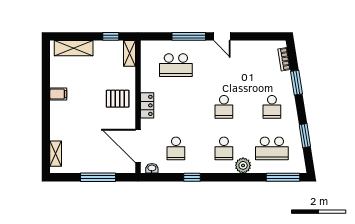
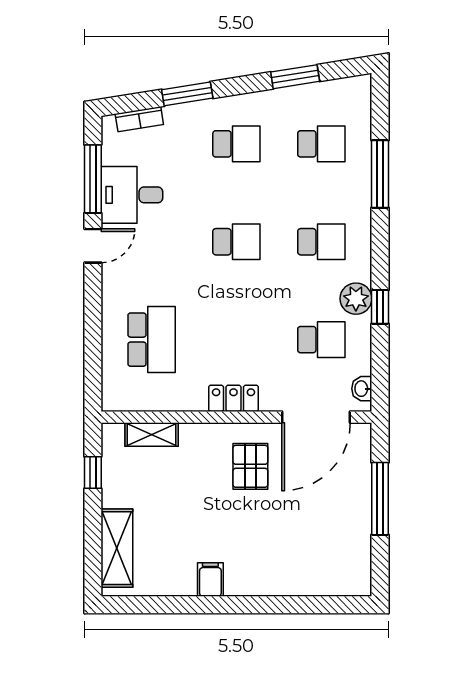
window: (189, 36) -> (93, 179), moved
shelving: (129, 53) -> (152, 434), moved
desk: (247, 56) -> (132, 195), added
pallet: (118, 99) -> (250, 466), moved
school desk: (272, 148) -> (321, 144), width x0.54
shelving: (56, 154) -> (332, 585), removed
plant: (243, 165) -> (356, 299), moved
window: (283, 177) -> (380, 174), moved

